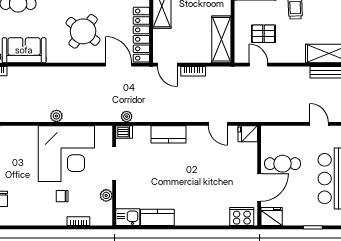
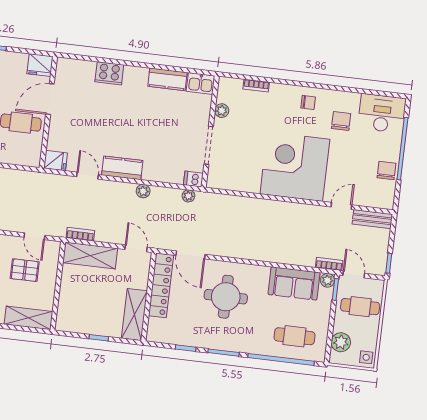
round table: (83, 31) -> (226, 297), turned -37
shelving: (221, 39) -> (90, 256), moved, turned 90
bookcase: (193, 71) -> (80, 234), moved
plant: (56, 116) -> (143, 191), moved
kitchen counter: (169, 134) -> (122, 168), moved
corner desk: (66, 154) -> (295, 167), moved
chair: (62, 196) -> (308, 102), moved
cooker: (242, 217) -> (109, 73), moved

